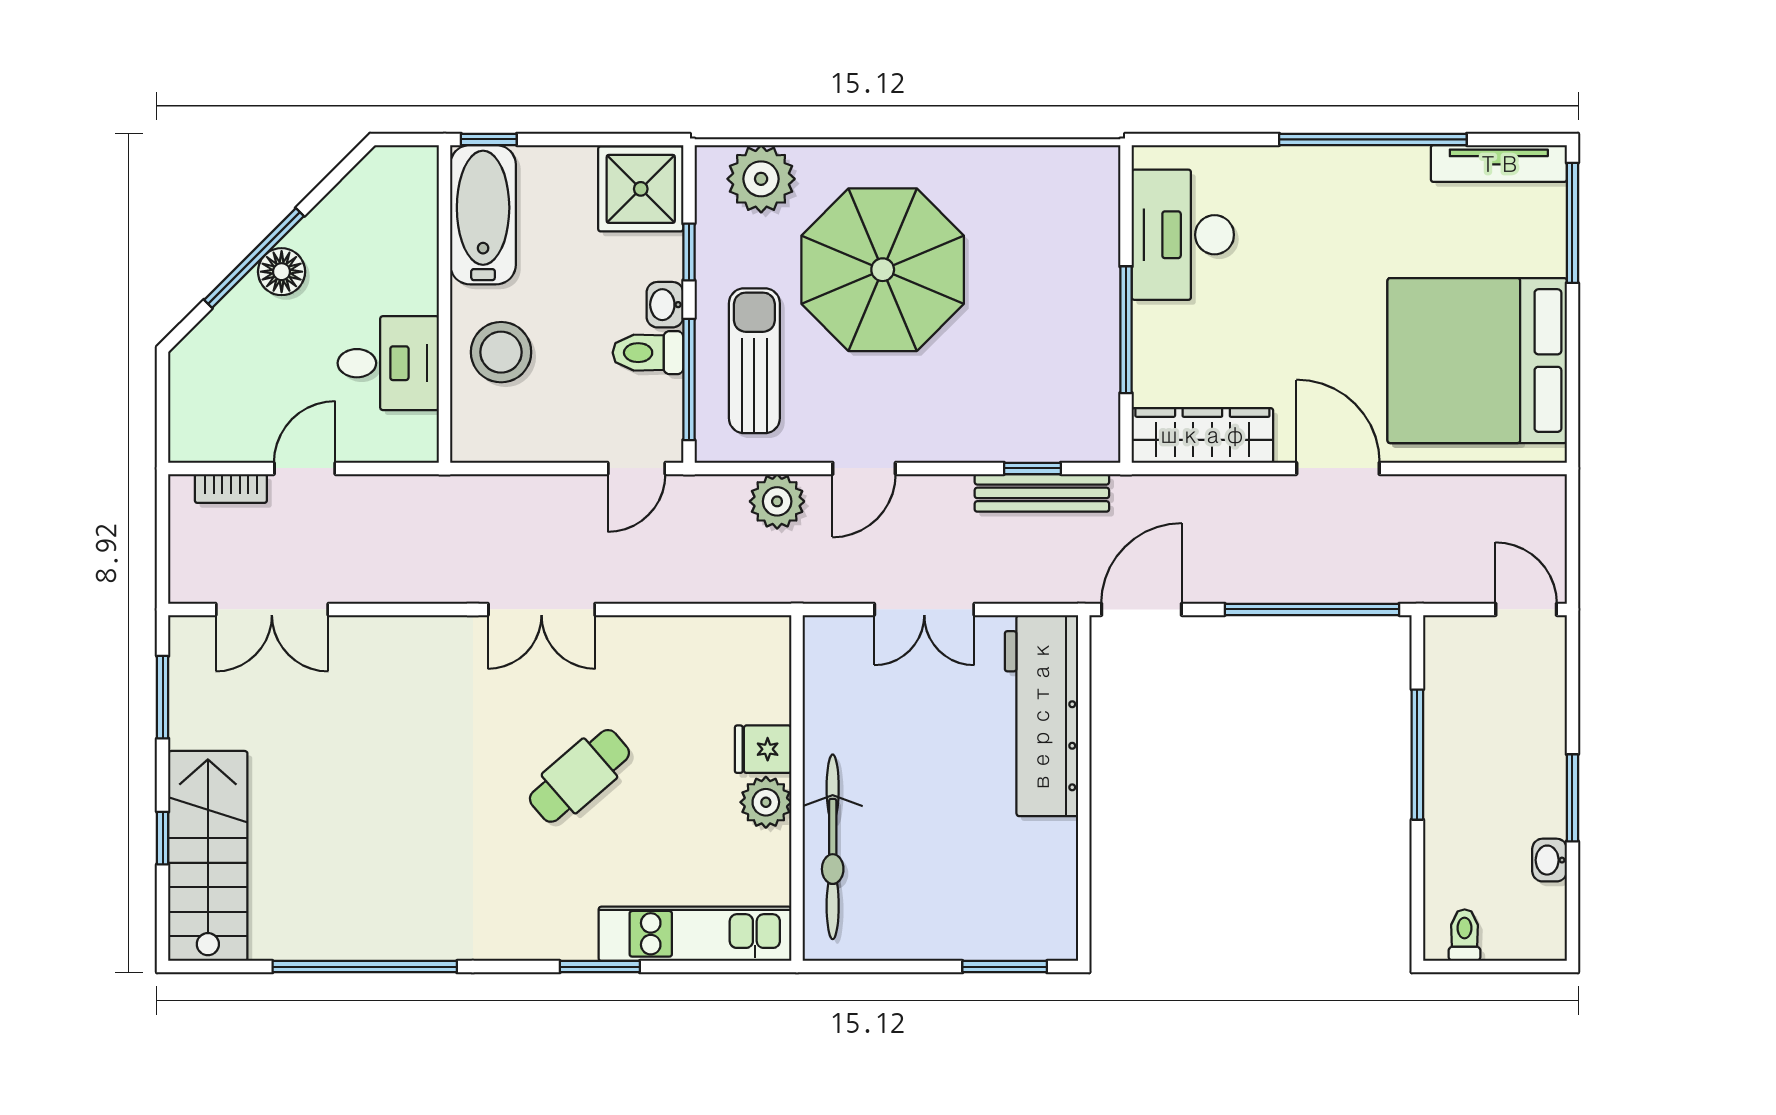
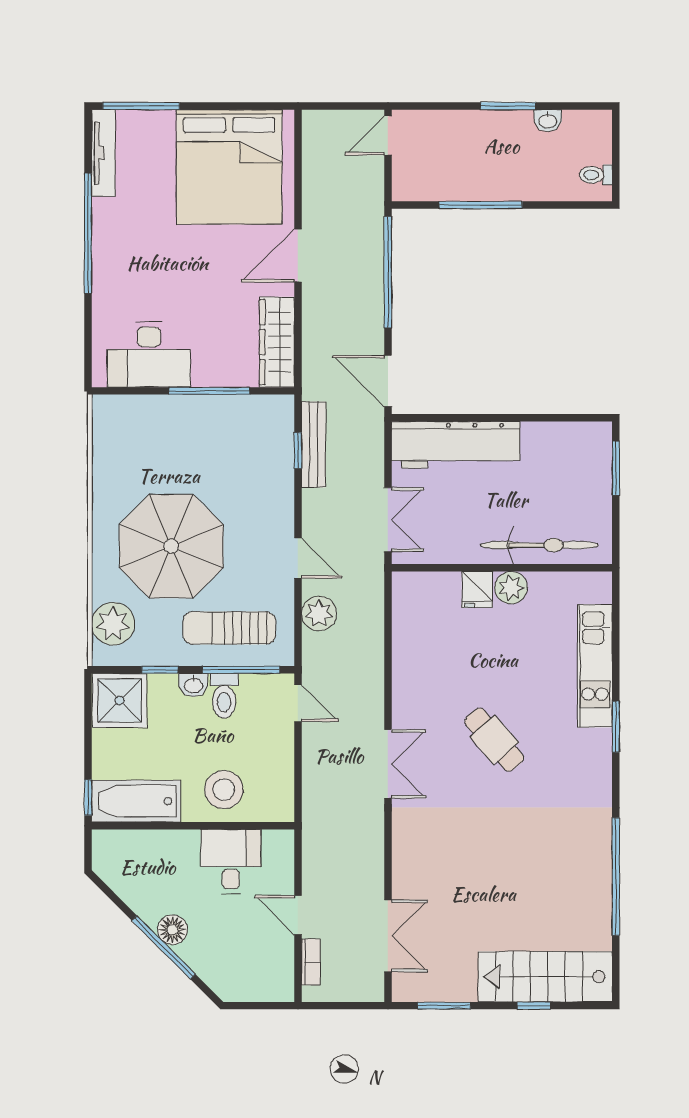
fridge: (763, 749) -> (477, 589), moved
wall: (797, 788) -> (502, 568), moved
plant: (766, 802) -> (511, 588), moved
bicycle: (833, 847) -> (539, 545), moved

